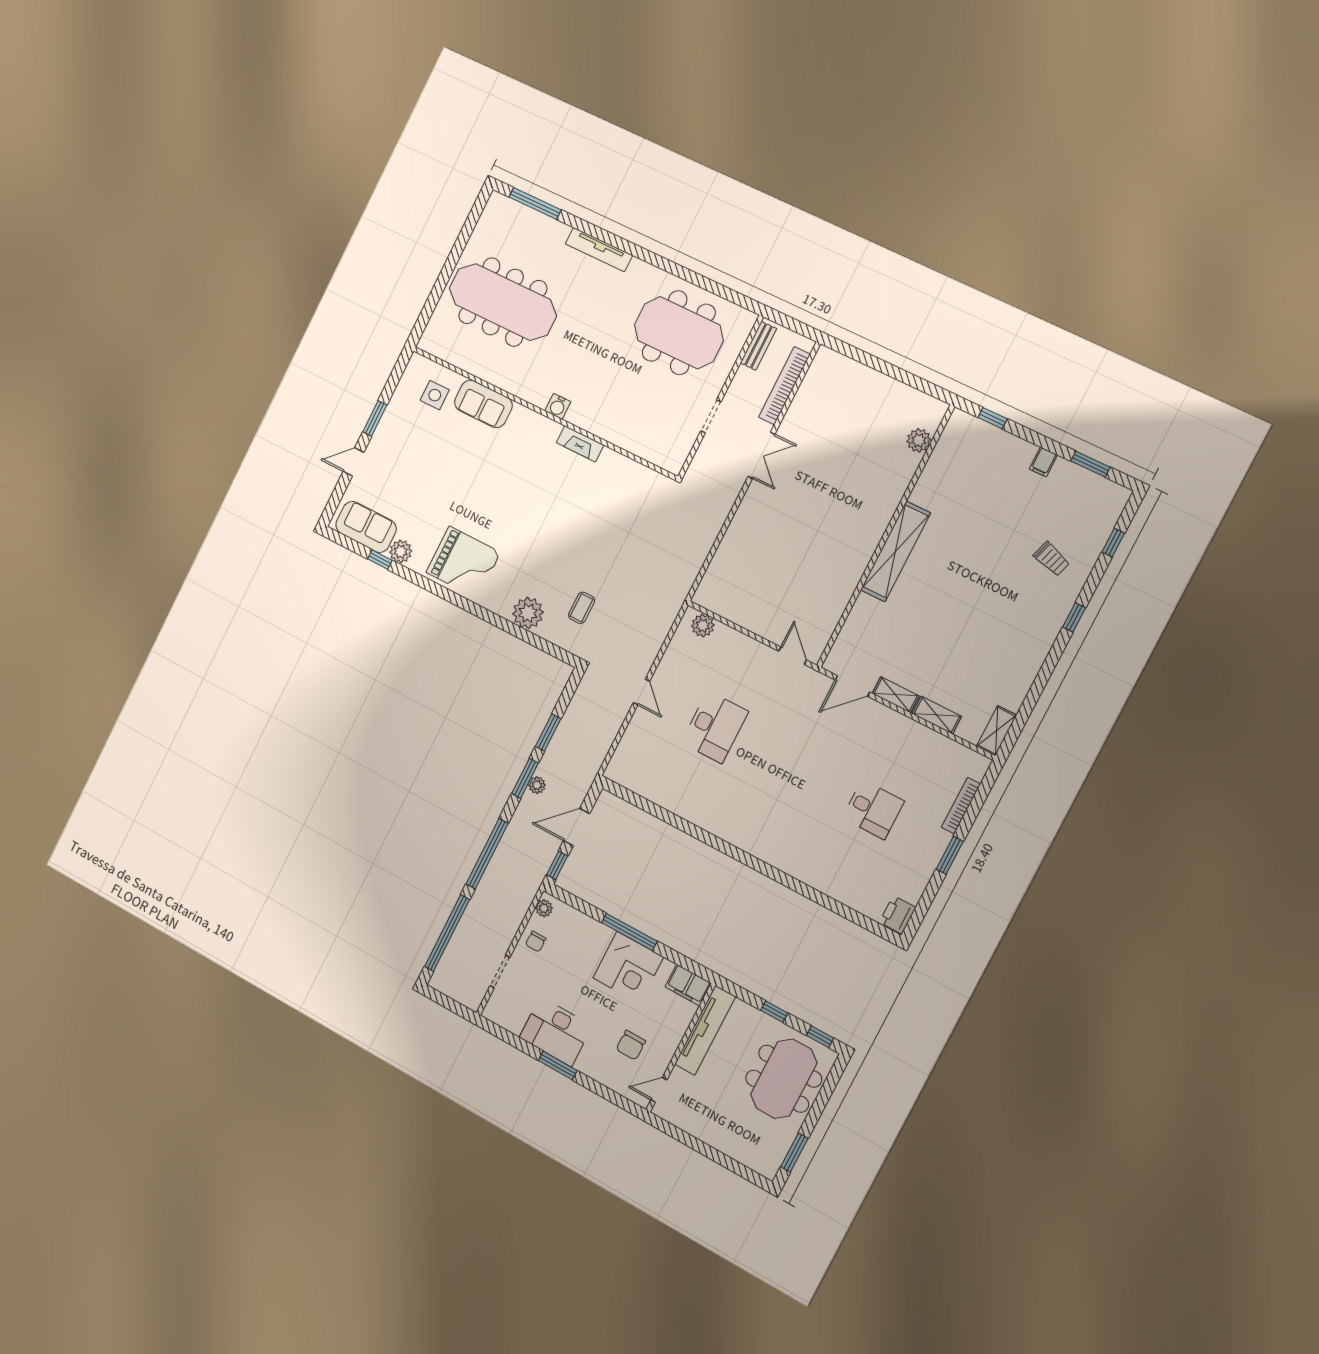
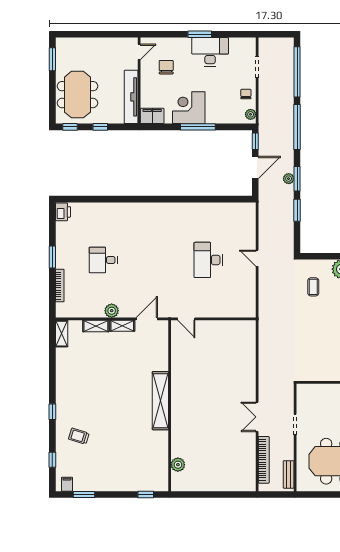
filing cabinet: (1043, 462) -> (67, 484), moved
plant: (703, 626) -> (112, 311), moved

